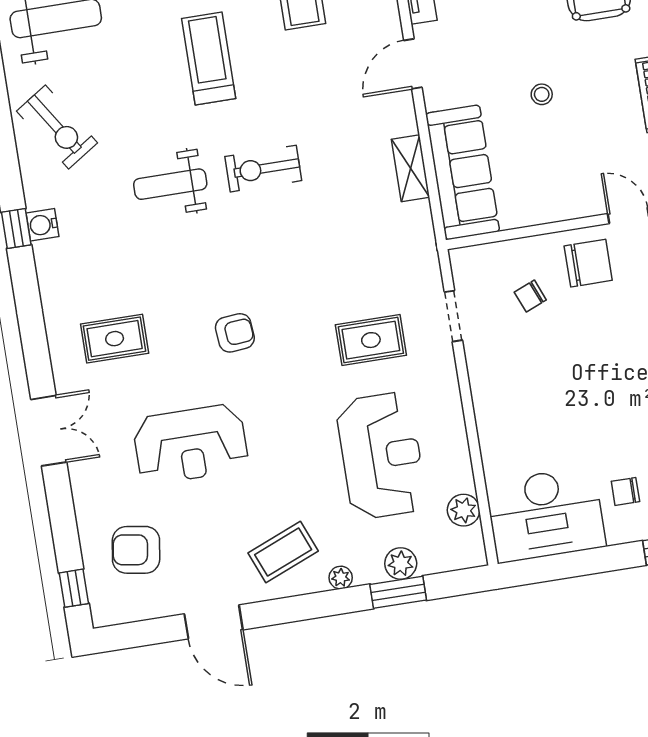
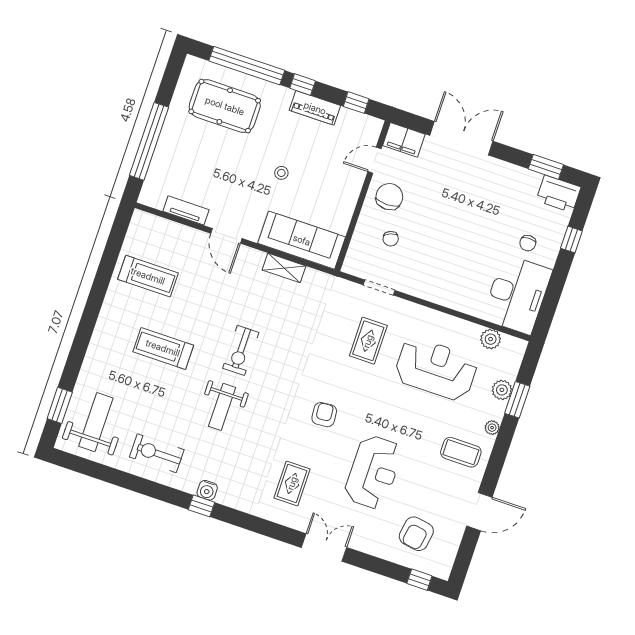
exercise bike: (57, 127) -> (157, 453), turned -147
coffee table: (283, 552) -> (461, 452), turned -68

